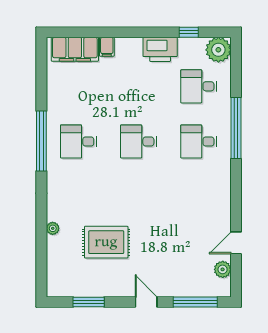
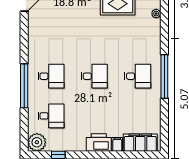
printer: (160, 49) -> (99, 143), moved

